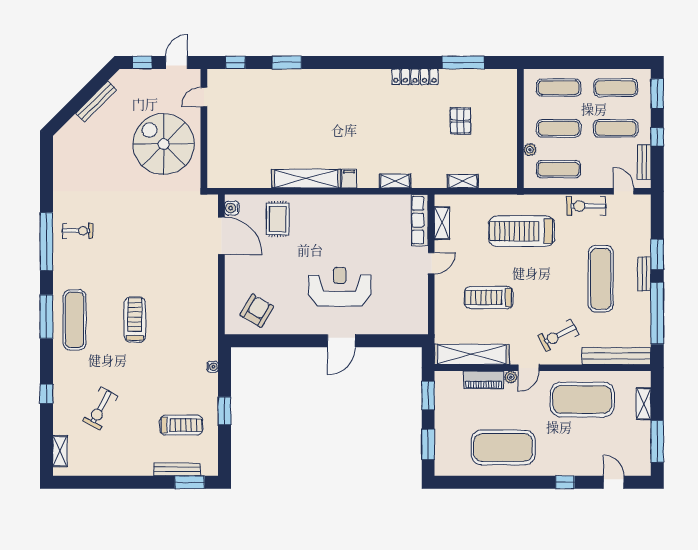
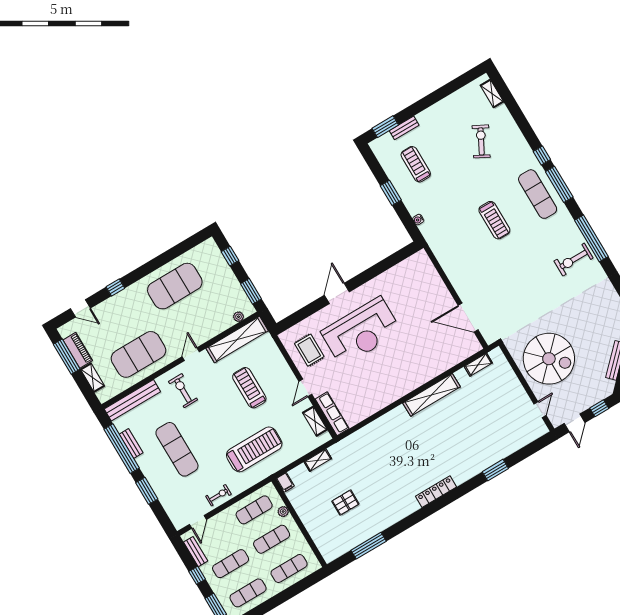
window: (235, 62) -> (532, 448), removed
locker: (415, 77) -> (436, 492), moved
pallet: (460, 121) -> (345, 503), turned 90
filing cabinet: (349, 178) -> (285, 482), moved
shelving: (395, 181) -> (478, 365), moved
door: (624, 191) -> (198, 522), hinge flipped
exercise bike: (586, 206) -> (218, 495), width x0.73, depth x0.72
water cooler: (232, 208) -> (472, 342), removed
rug: (278, 219) -> (309, 350), moved
exercise bike: (78, 231) -> (574, 260), width x1.38, depth x1.39
bench: (644, 274) -> (131, 443), moved
reception desk: (340, 287) -> (361, 332), width x1.36, depth x1.30
treadmill: (489, 298) -> (249, 388), turned -90
armchair: (257, 311) -> (410, 279), removed
exercise bike: (559, 335) -> (183, 391), turned -63
plant: (511, 377) -> (238, 317), moved
piano: (484, 380) -> (78, 350), moved, turned 90
window: (46, 394) -> (542, 155), moved
treadmill: (181, 425) -> (416, 164), turned 90
window: (428, 444) -> (230, 256), width x0.67
bench: (177, 469) -> (404, 128), width x0.73

